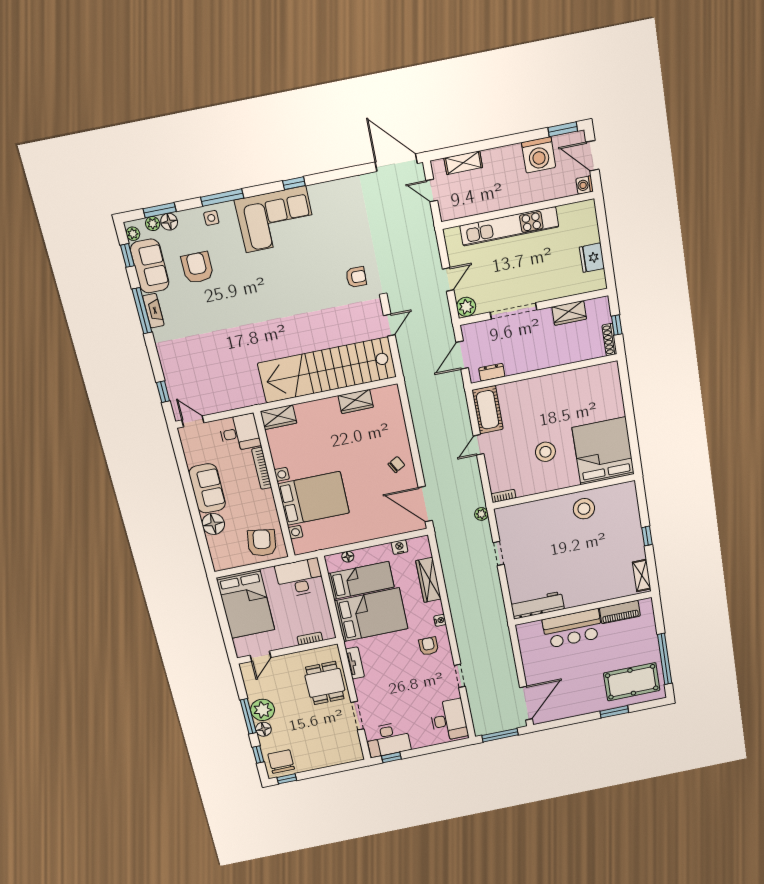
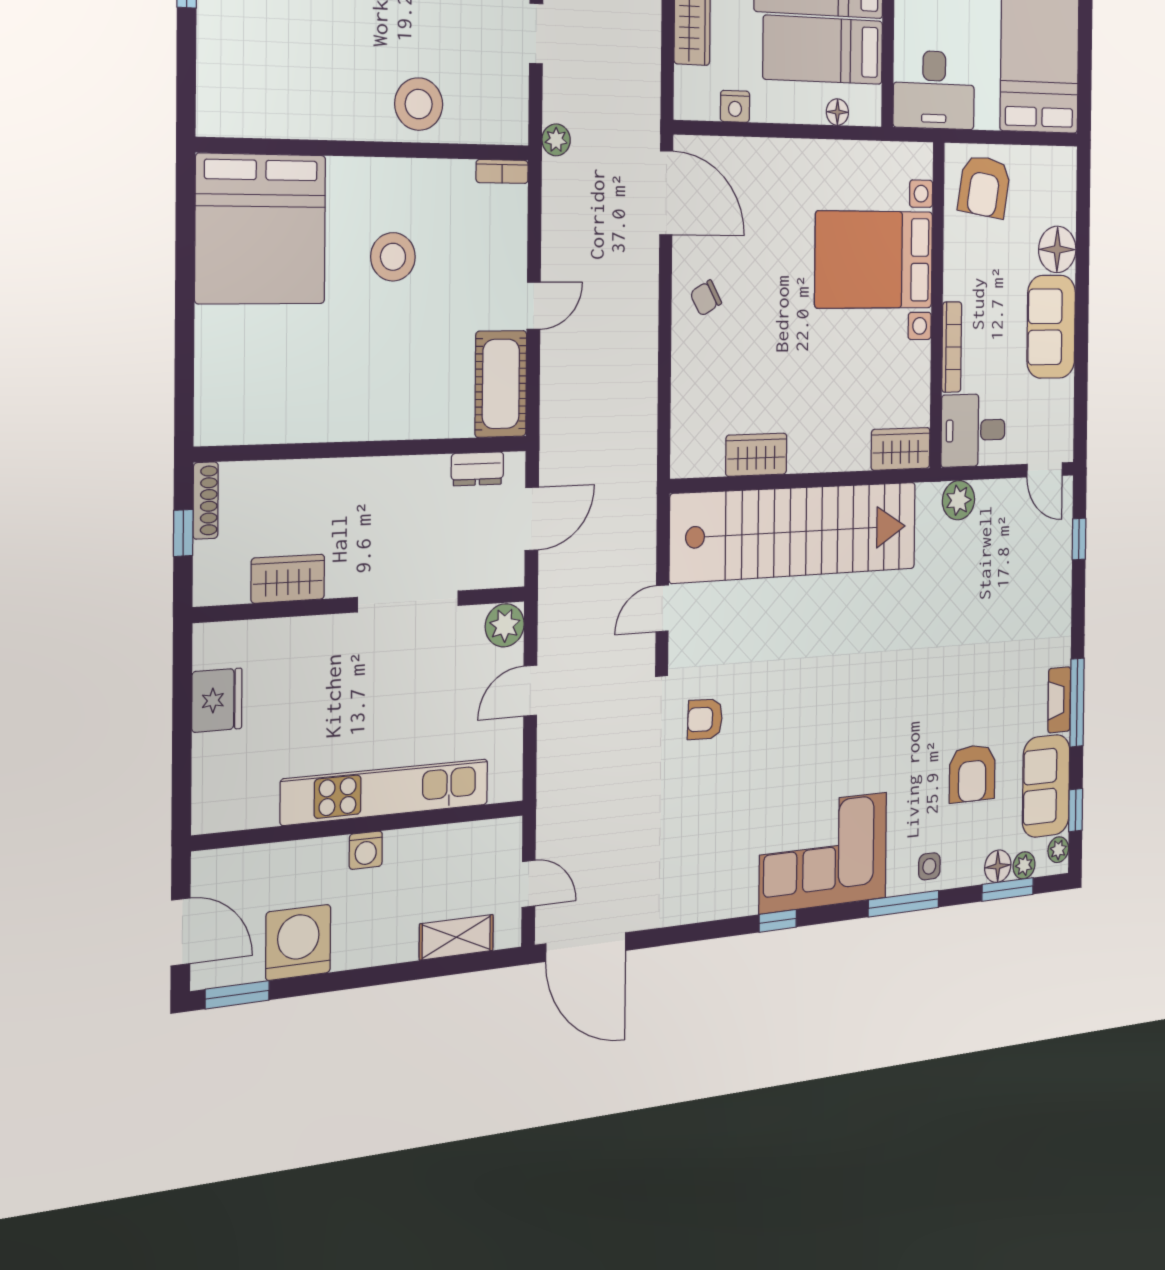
washing machine: (585, 185) -> (366, 850), moved, turned 90
plant: (240, 399) -> (958, 500), added
stool: (584, 509) -> (419, 104), moved

